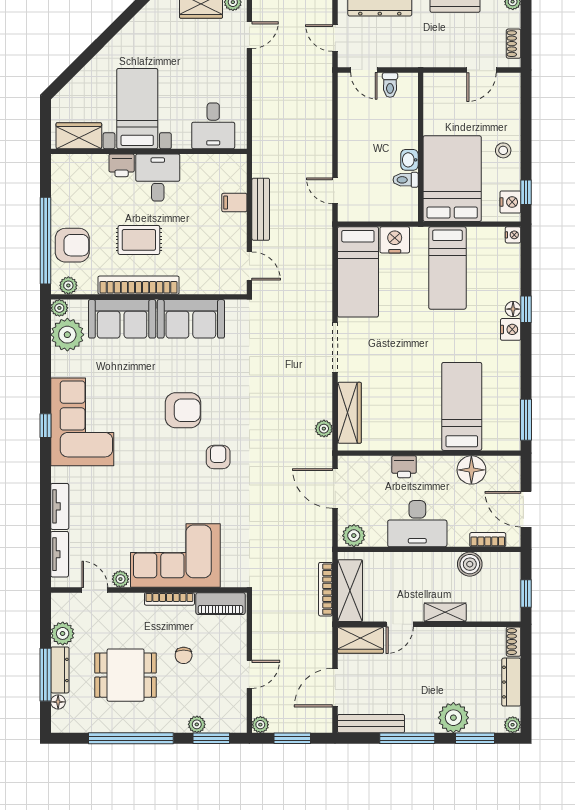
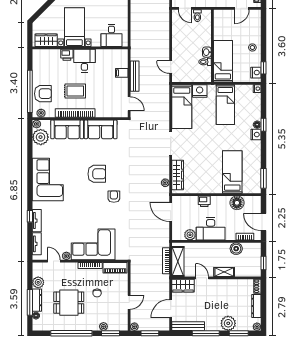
bed: (452, 179) -> (223, 61), width x0.67
window: (46, 426) -> (30, 216), moved
plant: (354, 536) -> (190, 235), moved
door: (400, 624) -> (202, 278), swing flipped

